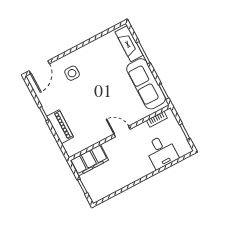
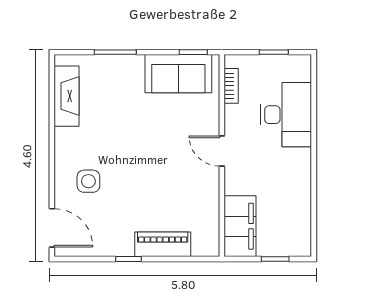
fireplace: (129, 44) -> (67, 96), moved, turned -90
sofa: (146, 84) -> (178, 74), width x0.73
door: (122, 132) -> (222, 151), hinge flipped
desk: (161, 152) -> (286, 115), width x1.37

